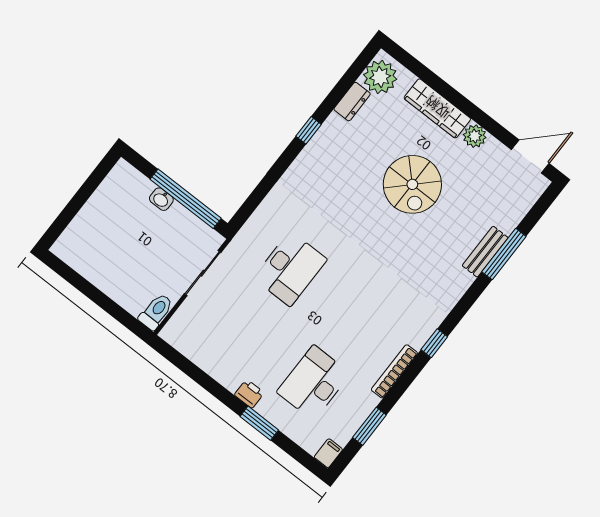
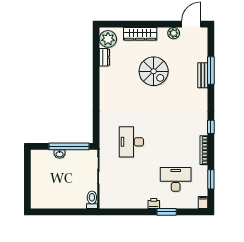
window: (309, 130) -> (96, 82), removed
plant: (475, 136) -> (174, 33), moved
desk: (290, 269) -> (131, 142), turned 180
desk: (314, 383) -> (176, 179), turned 90

